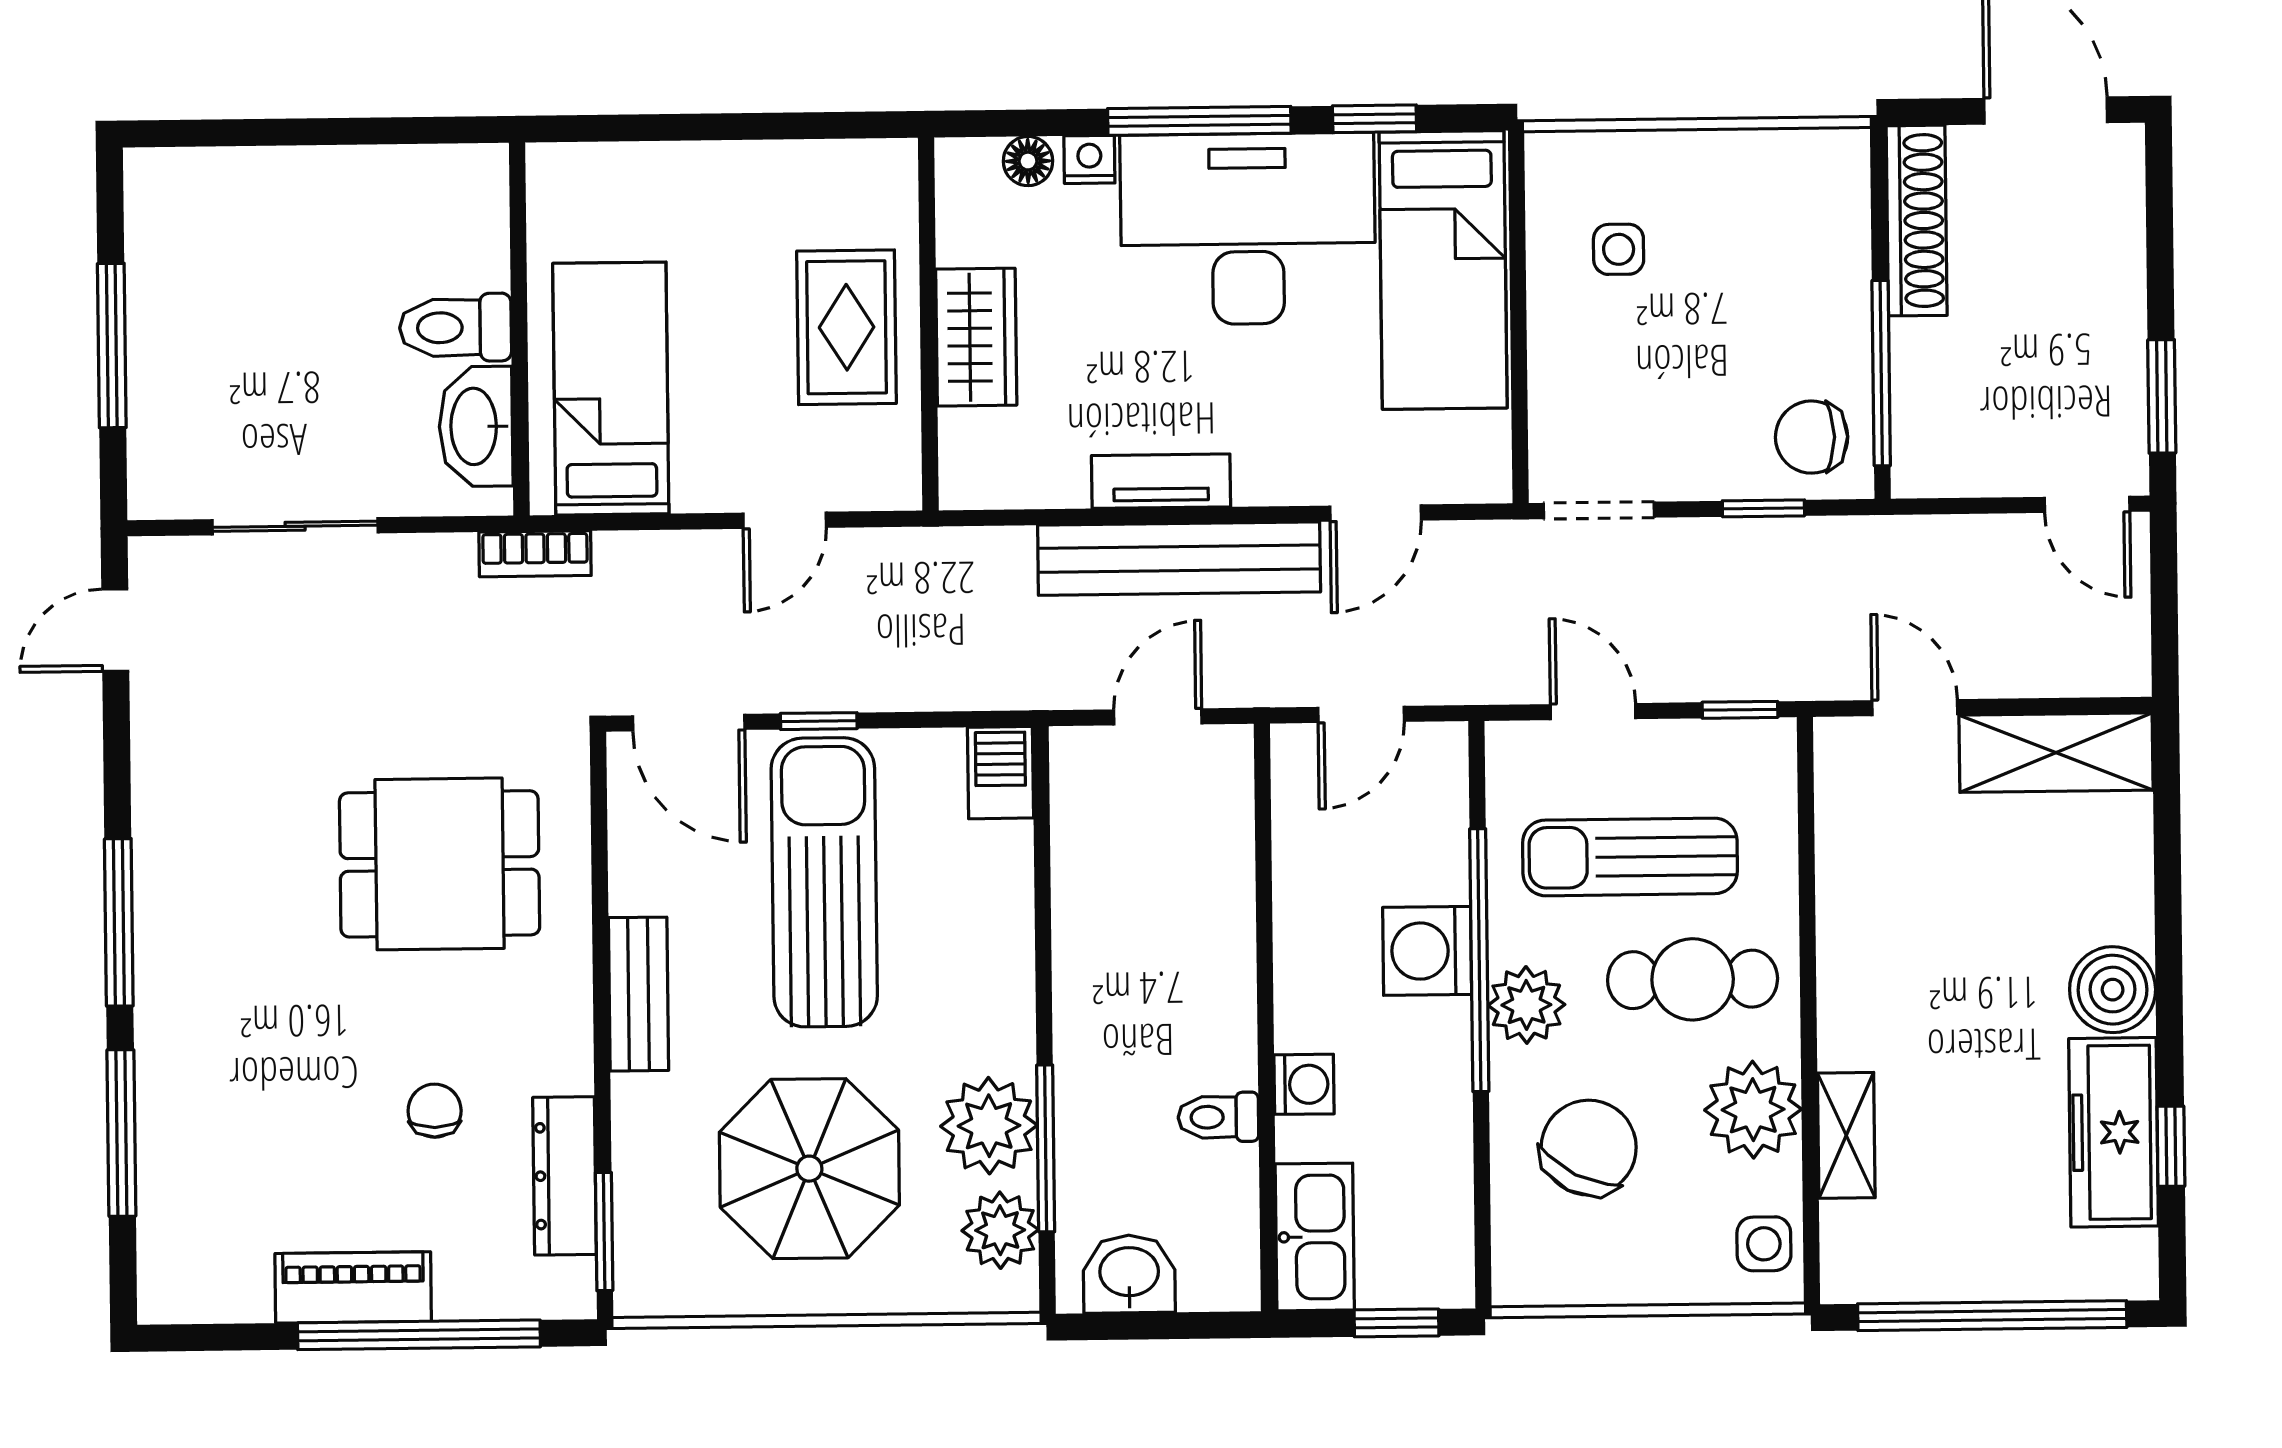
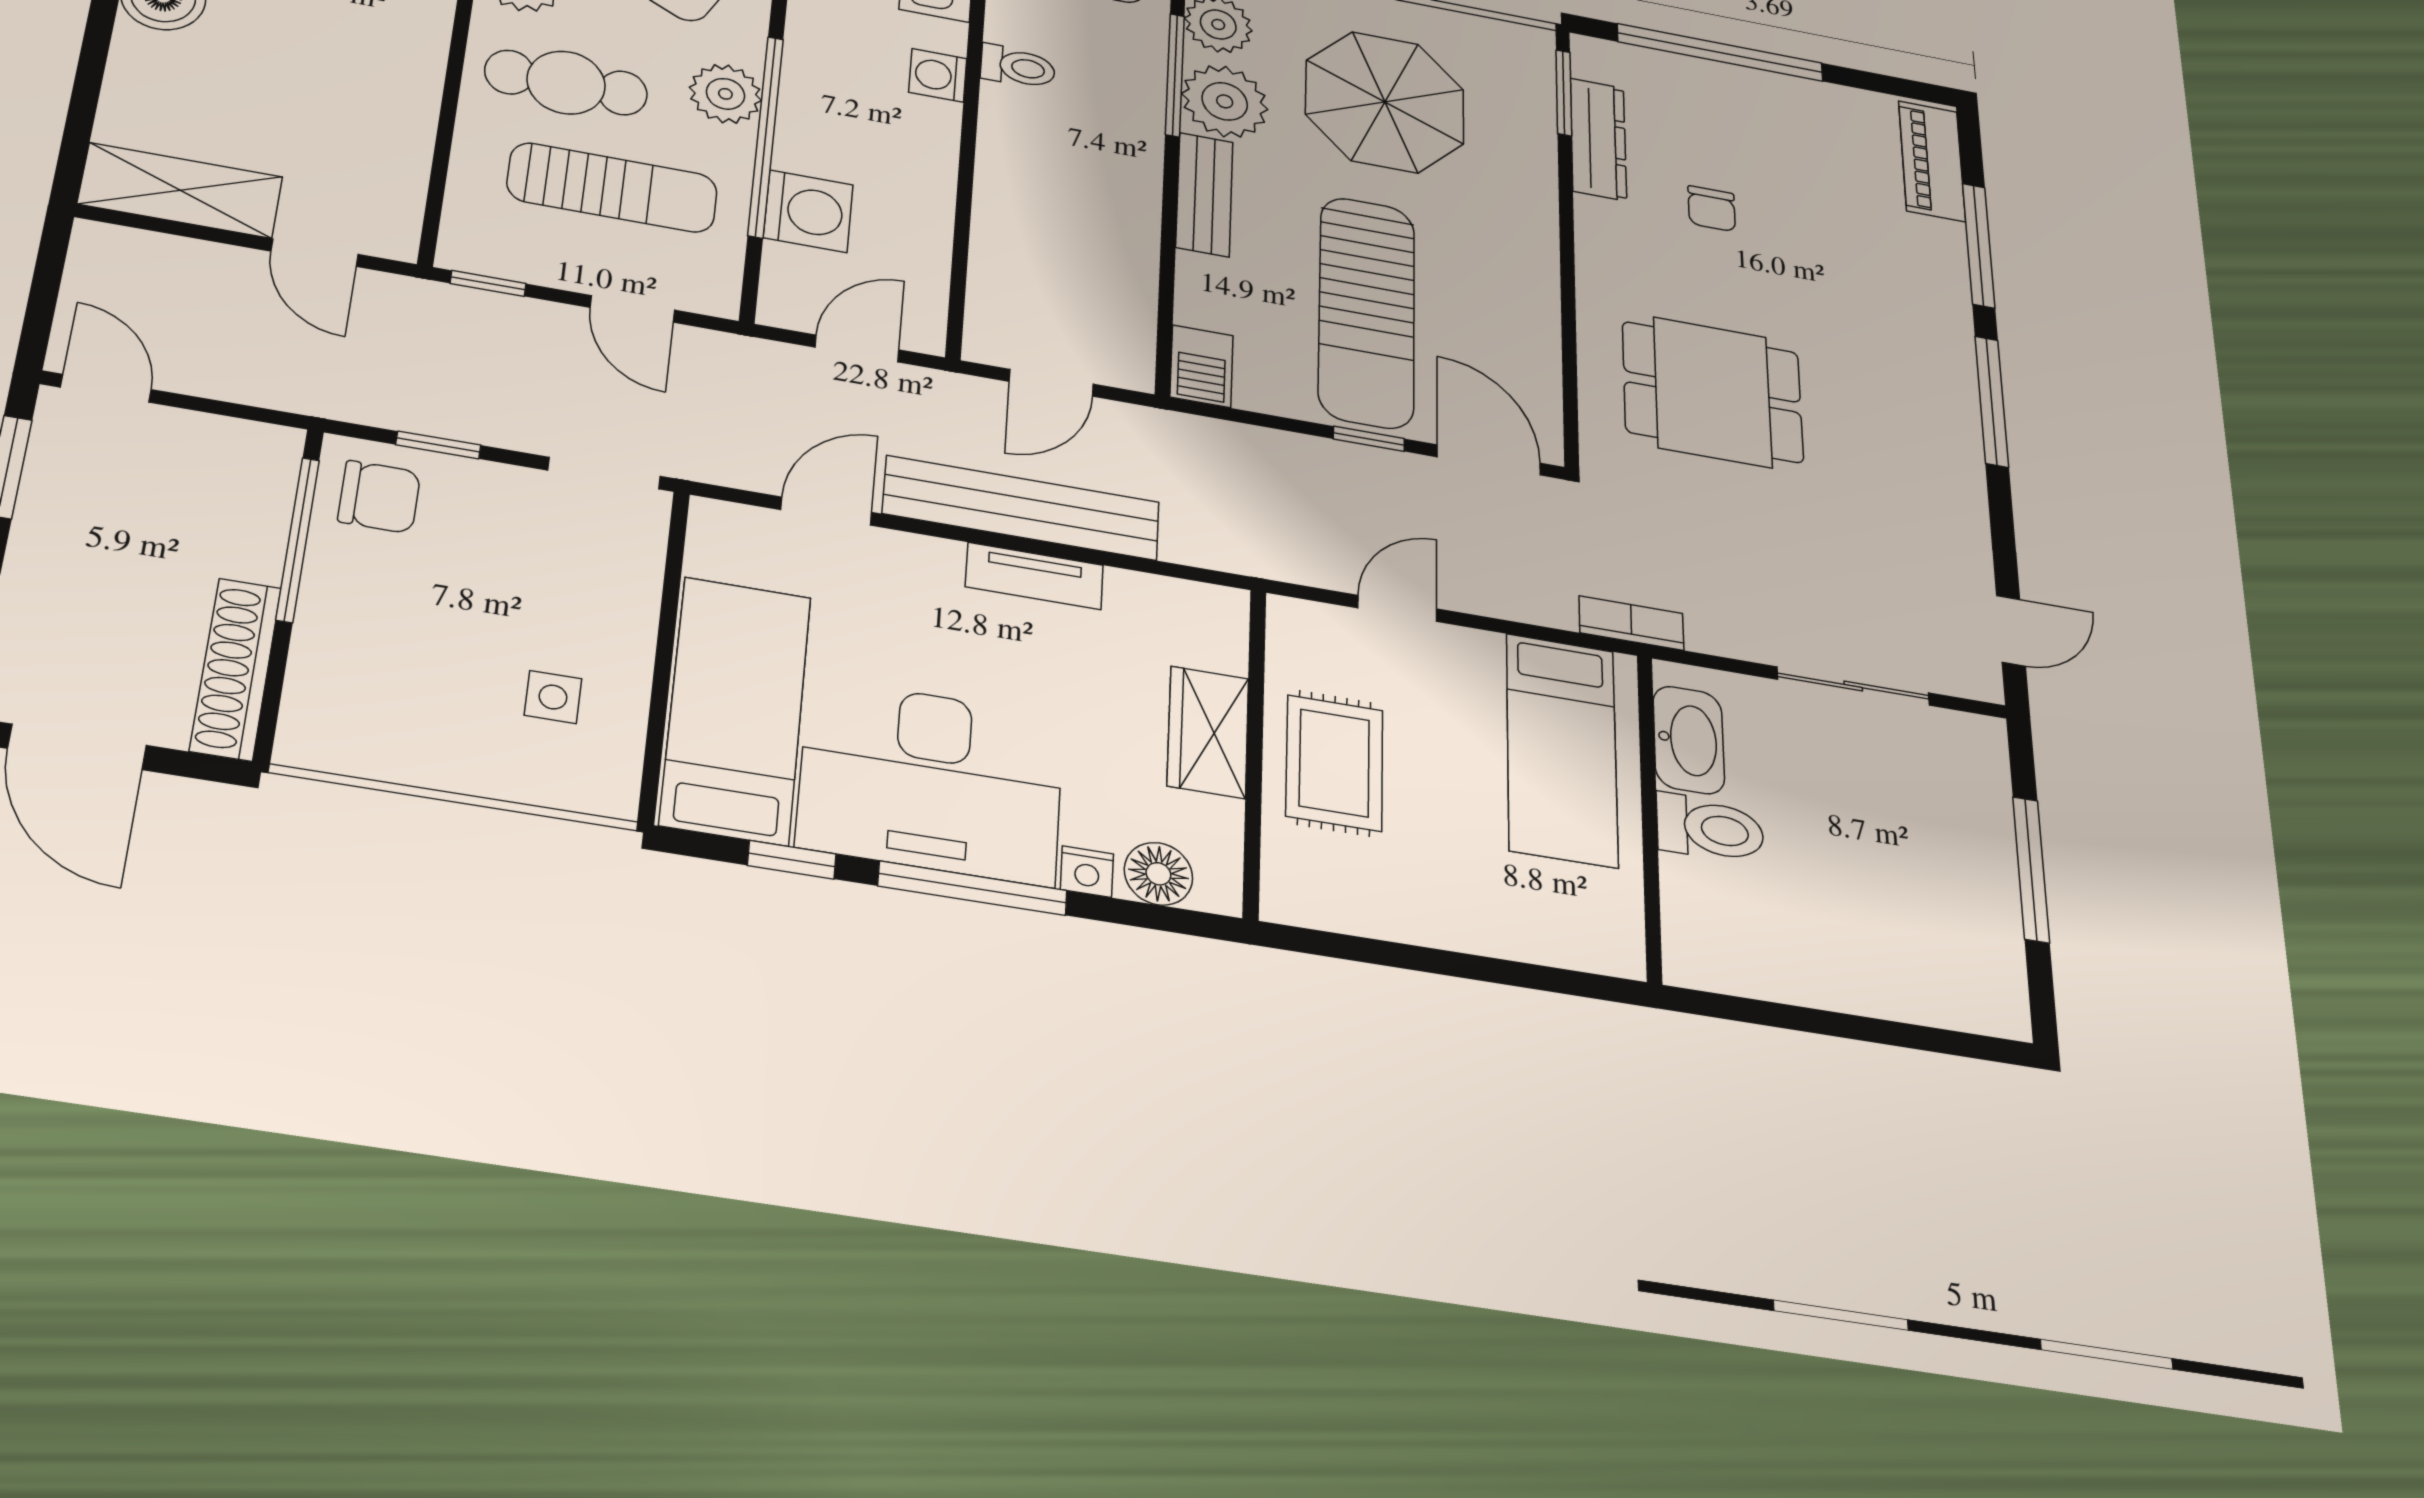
floor lamp: (1028, 161) -> (1158, 874), width x1.37, depth x1.37
washing machine: (1427, 951) -> (808, 211), moved
bench: (638, 994) -> (1204, 195), moved
piano: (353, 1287) -> (1932, 161), moved, turned 90

